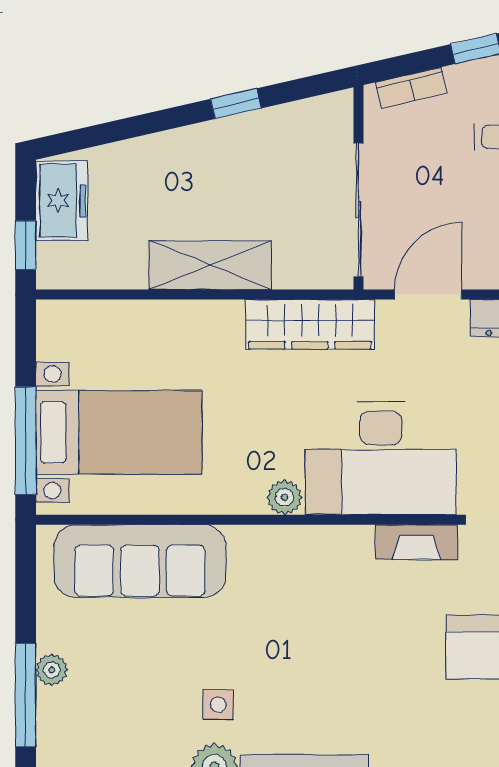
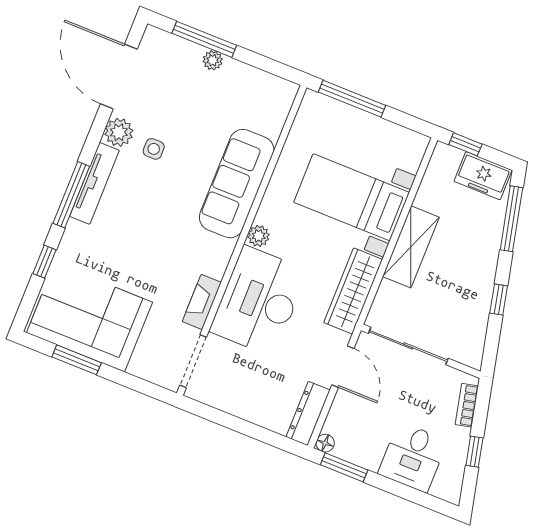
window: (108, 133) -> (511, 219), added
bed with nightstands: (119, 432) -> (352, 197), moved, turned 90
sofa: (140, 561) -> (237, 184), moved

